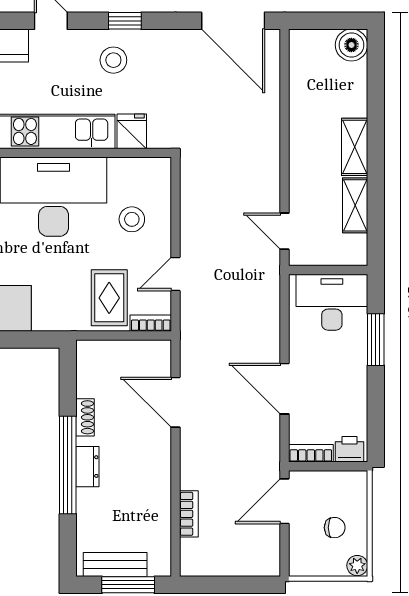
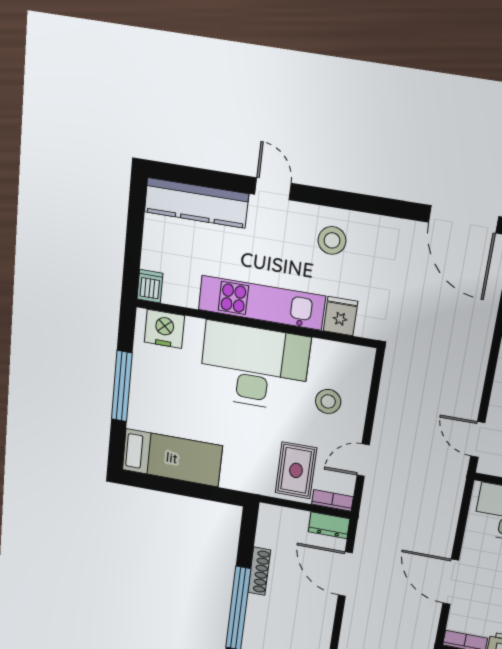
window: (125, 21) -> (350, 201), removed
shoe rack: (85, 417) -> (259, 571), width x1.43
dresser: (87, 467) -> (329, 525), moved, turned 90

